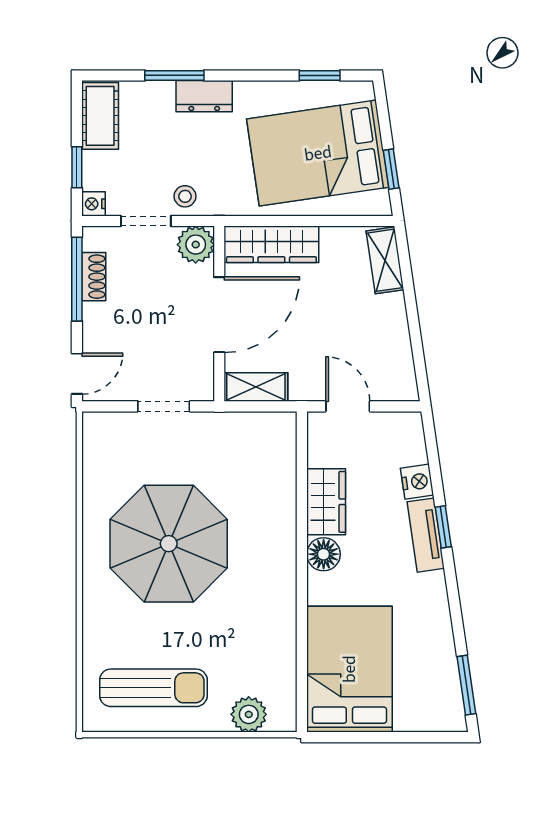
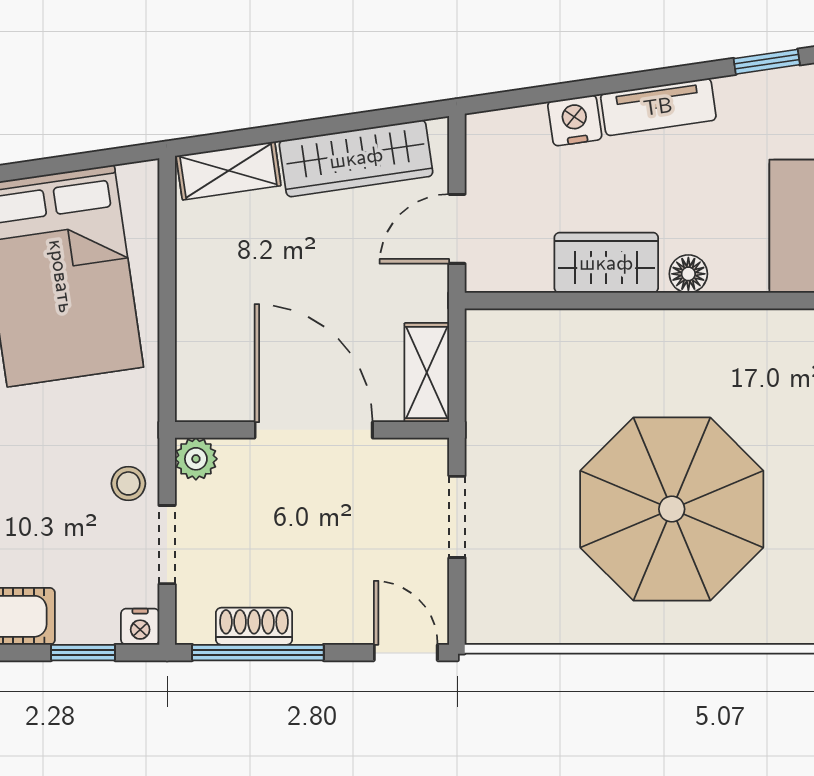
window: (391, 169) -> (86, 161), removed
wardrobe: (271, 244) -> (356, 158), moved, turned 82
plant: (196, 245) -> (196, 459), width x0.73, depth x0.73
window: (443, 527) -> (767, 62), moved
floor lamp: (324, 554) -> (688, 274), width x0.73, depth x0.73

